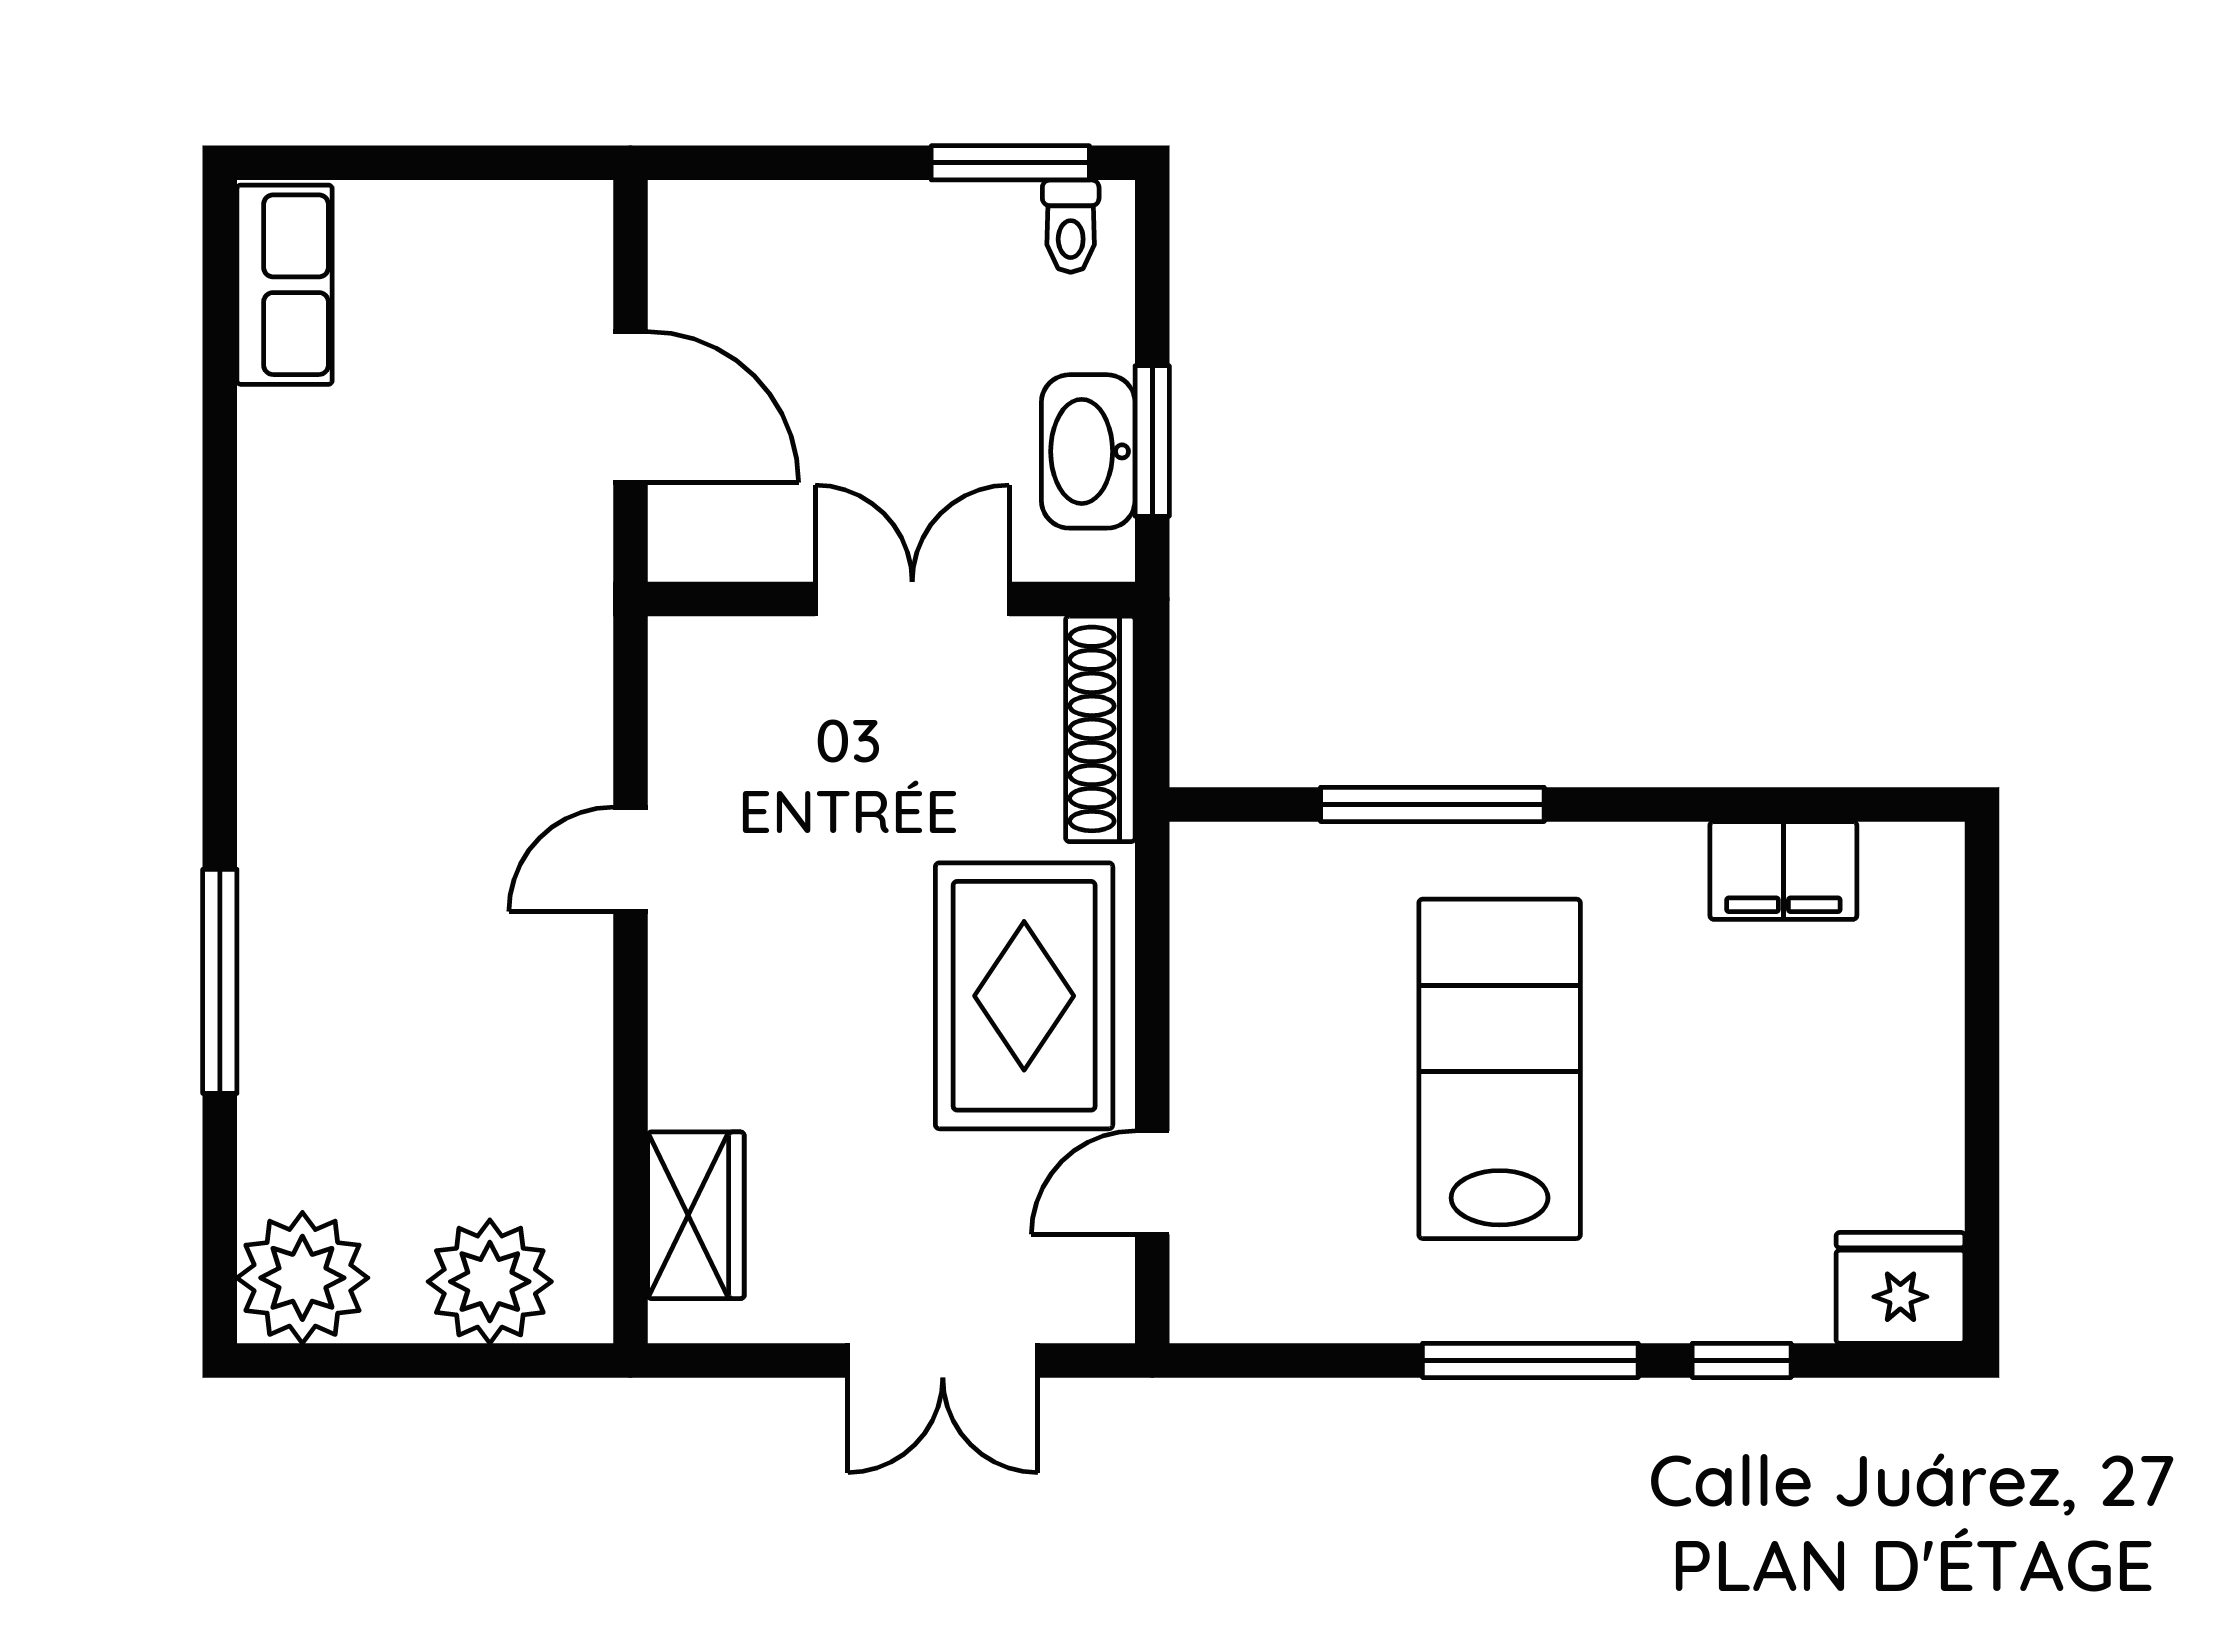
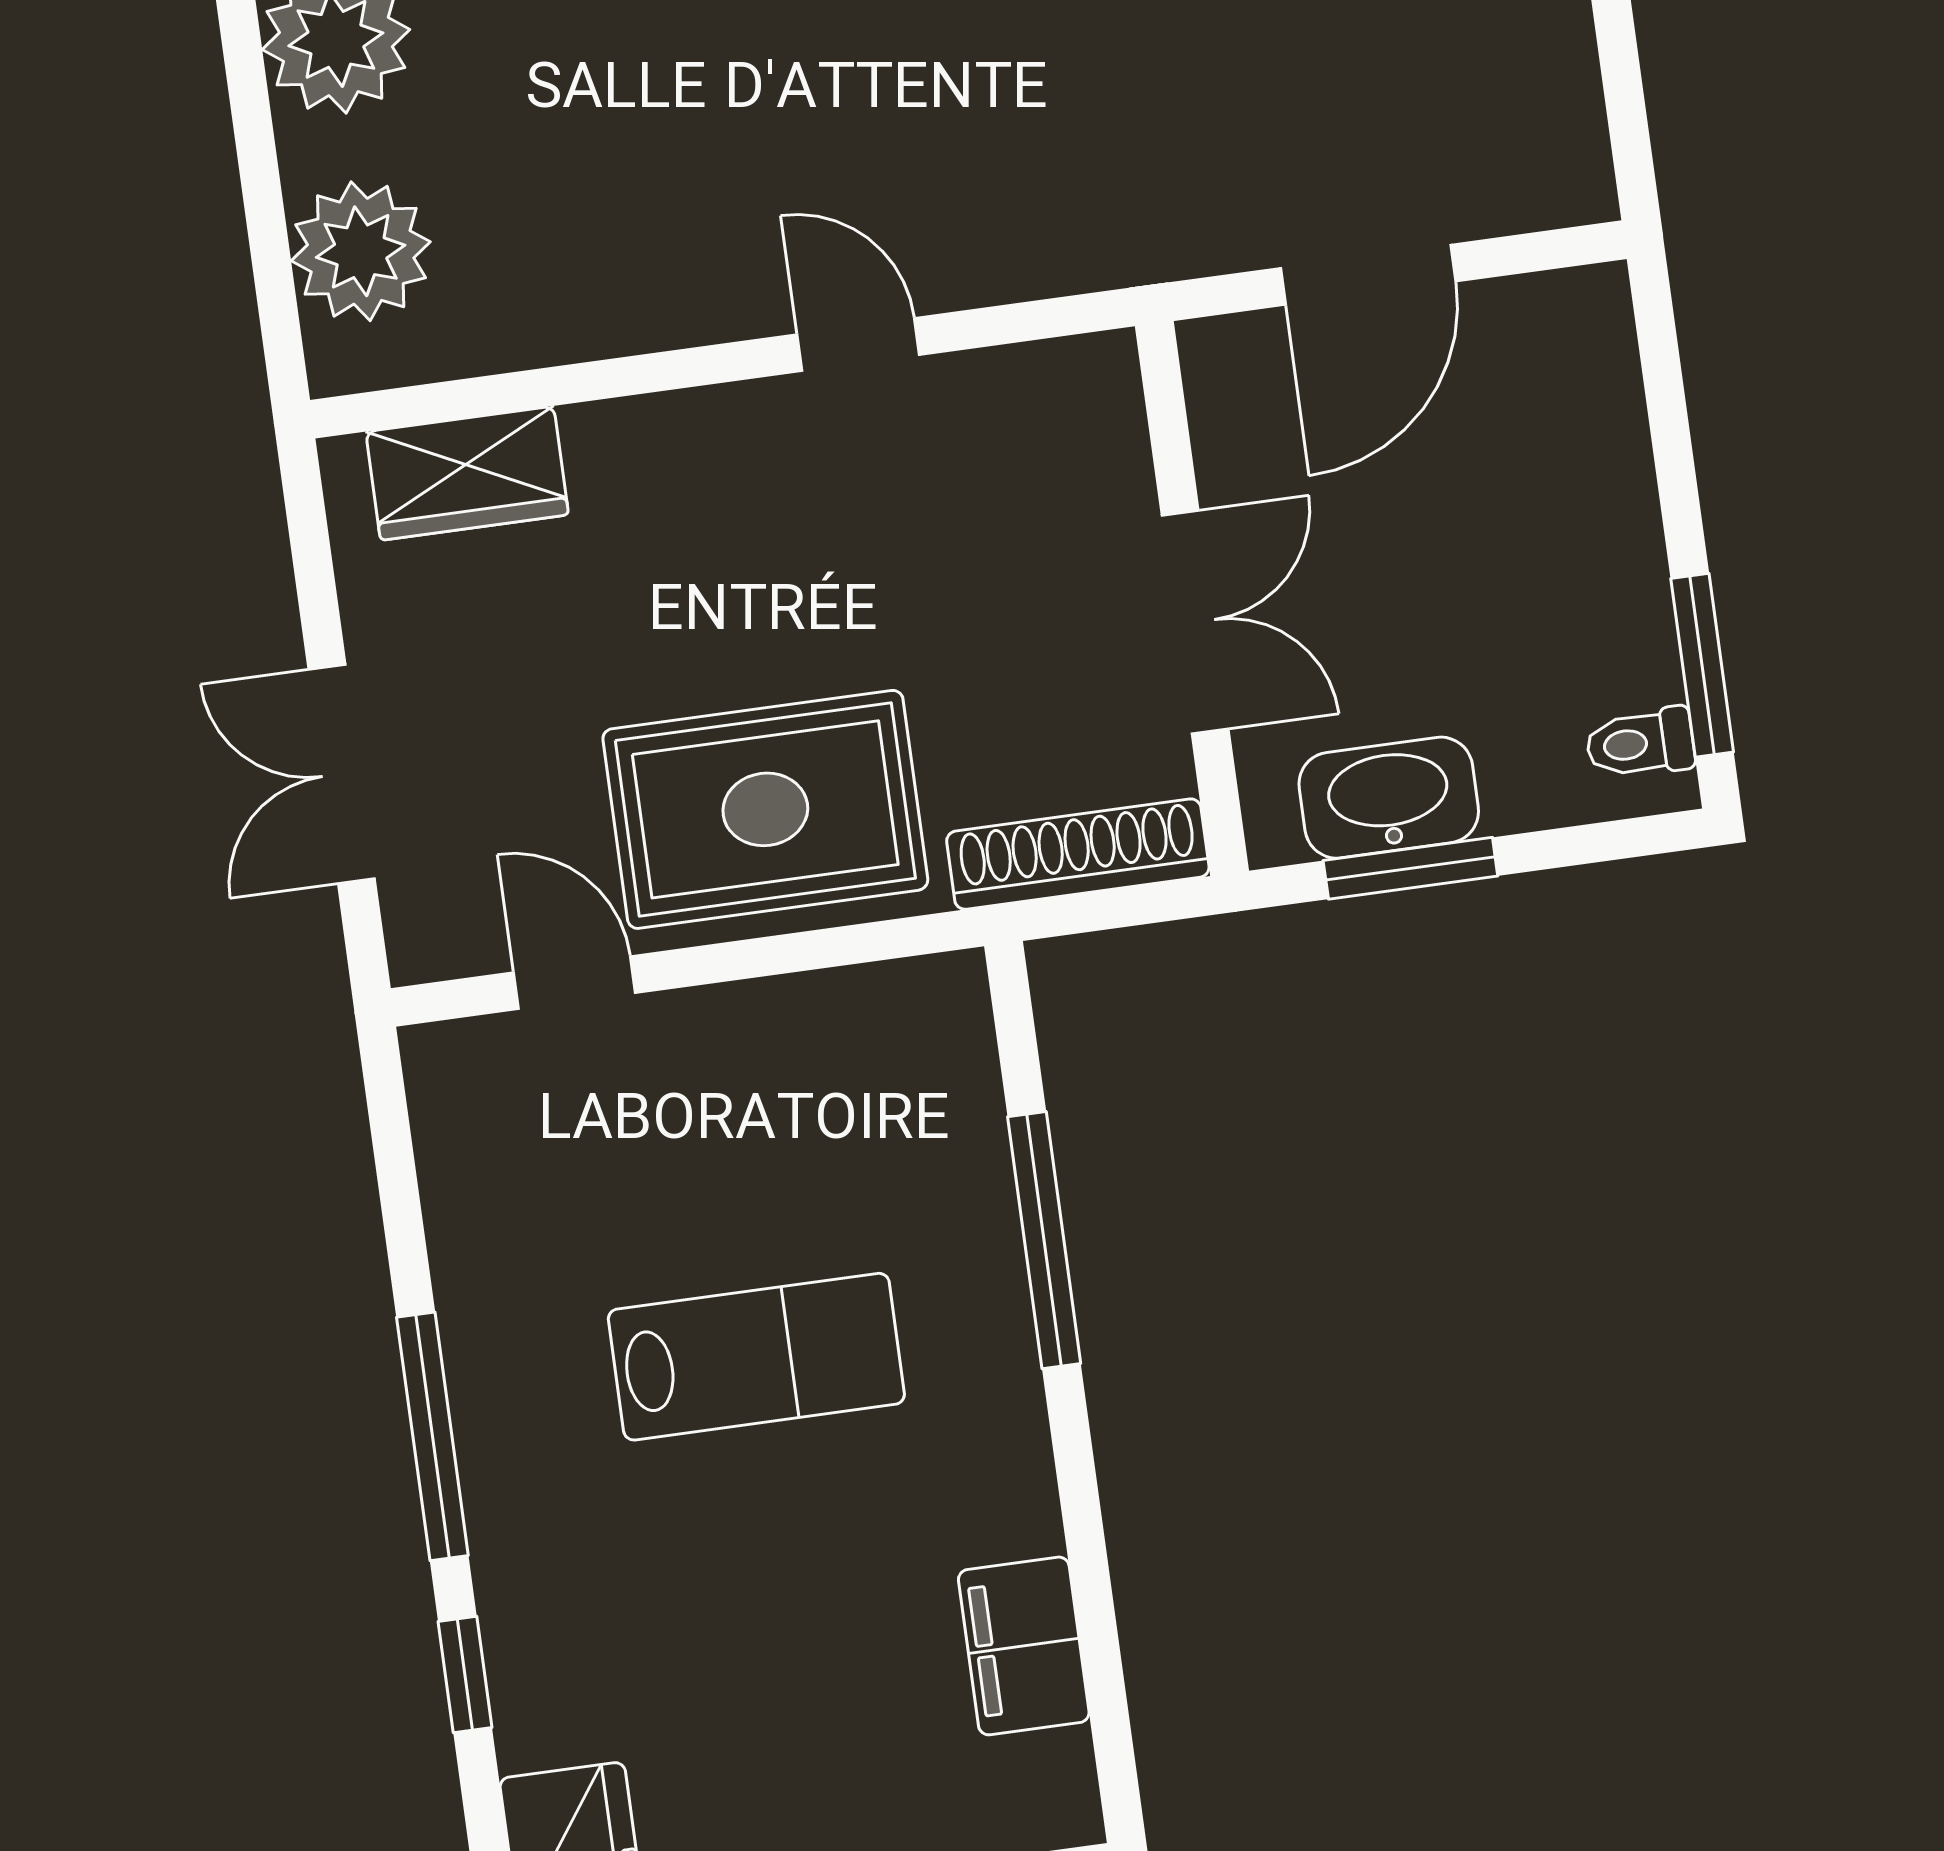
lab bench: (1500, 1069) -> (756, 1357), width x0.73, depth x0.72

